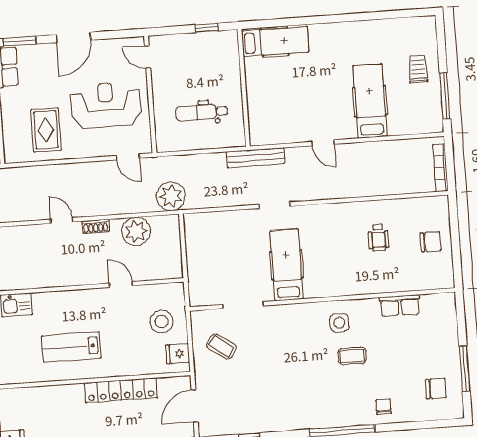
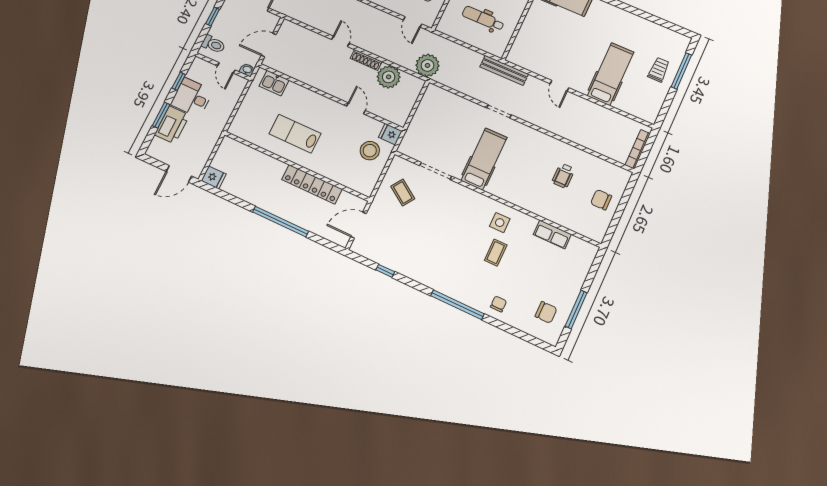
window: (445, 96) -> (681, 71), moved
shoe rack: (96, 226) -> (366, 60), width x1.43
chair: (431, 242) -> (601, 200), turned 180
fridge: (178, 354) -> (390, 134), moved
coffee table: (352, 356) -> (496, 253), turned 90

